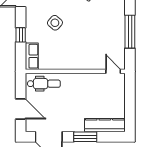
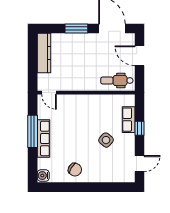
row of seats: (119, 24) -> (43, 138), added
row of seats: (32, 56) -> (129, 120), moved
kitchen counter: (105, 125) -> (44, 53), moved, turned -90

